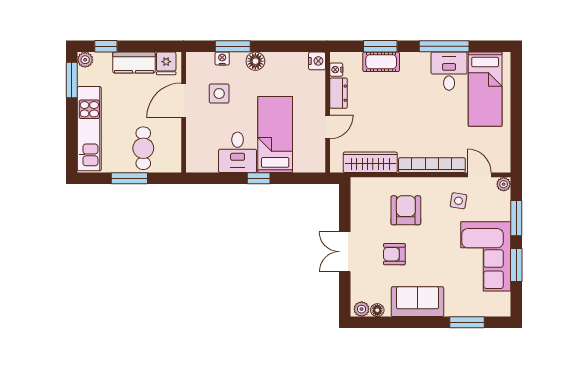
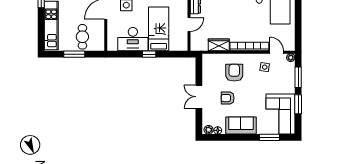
desk: (238, 152) -> (133, 39), width x1.37
wardrobe: (370, 162) -> (219, 45), width x0.67
corner sofa: (486, 256) -> (280, 114), moved

